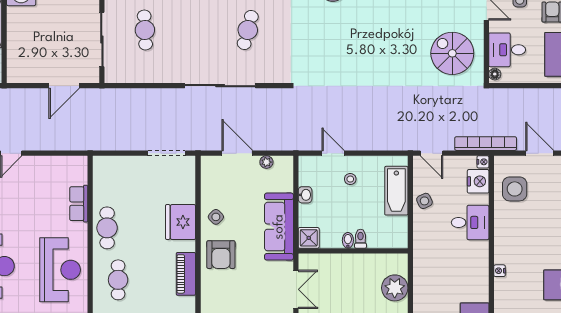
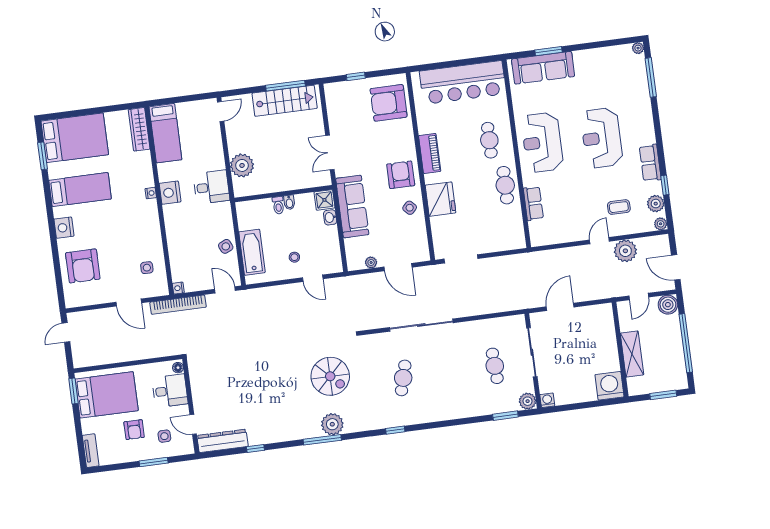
spiral stairs: (452, 53) -> (330, 376), moved
nightstand: (478, 181) -> (170, 193), moved
side table: (515, 189) -> (147, 268), width x0.54, depth x0.54
washbasin: (305, 195) -> (330, 217), moved
desk: (470, 222) -> (211, 187), moved, turned 180

